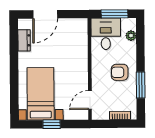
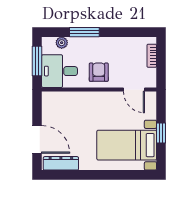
dresser: (24, 40) -> (61, 163), width x1.44
armchair: (120, 72) -> (99, 72), moved, turned 180
window: (141, 85) -> (84, 32), moved

